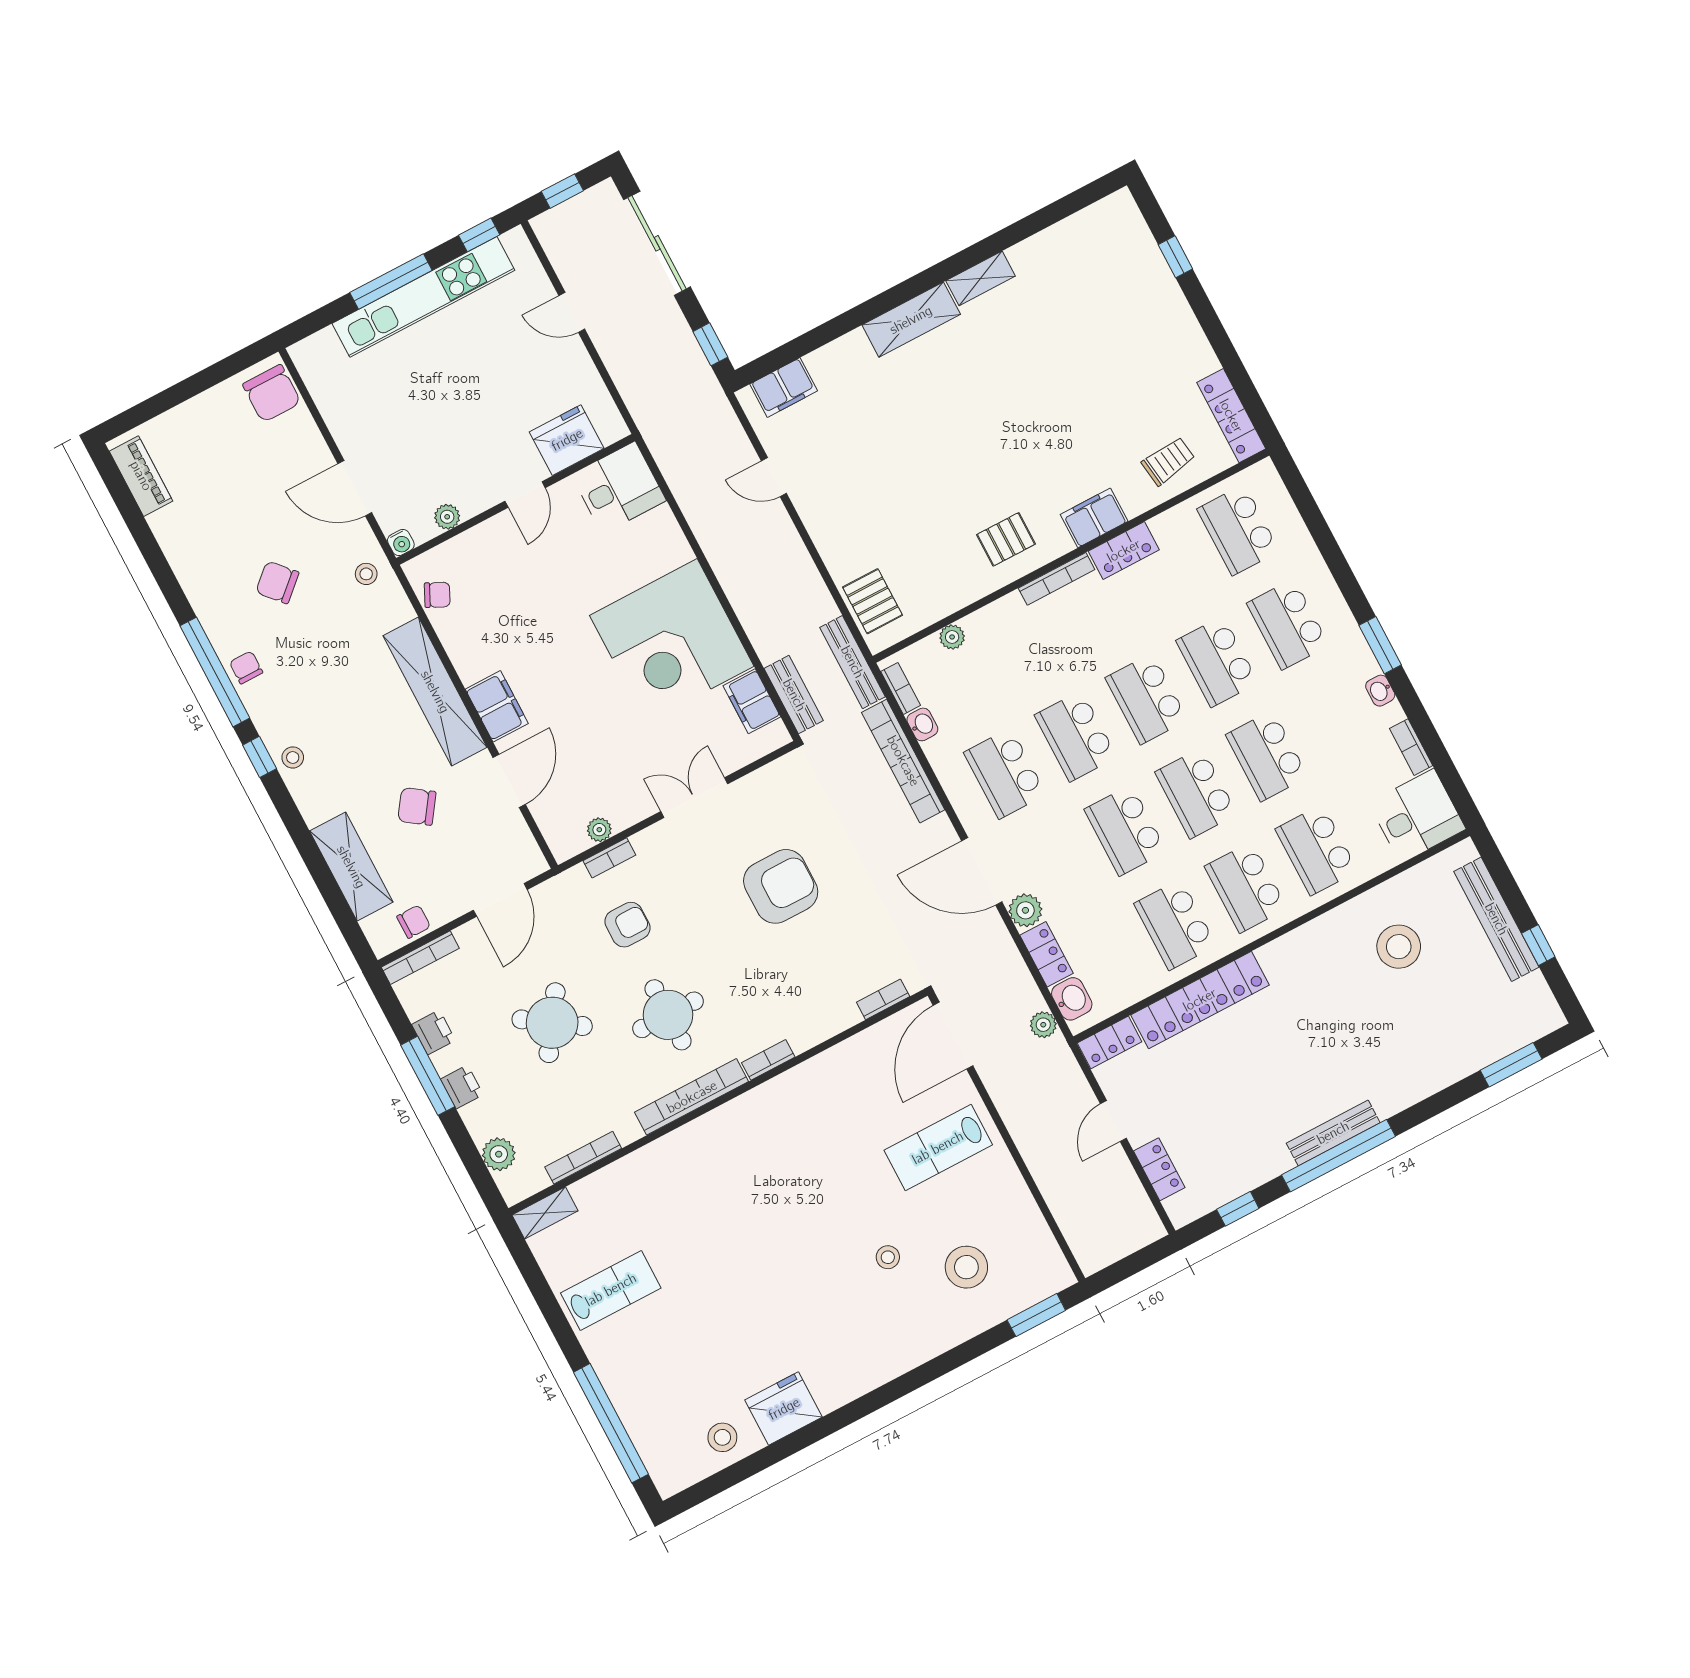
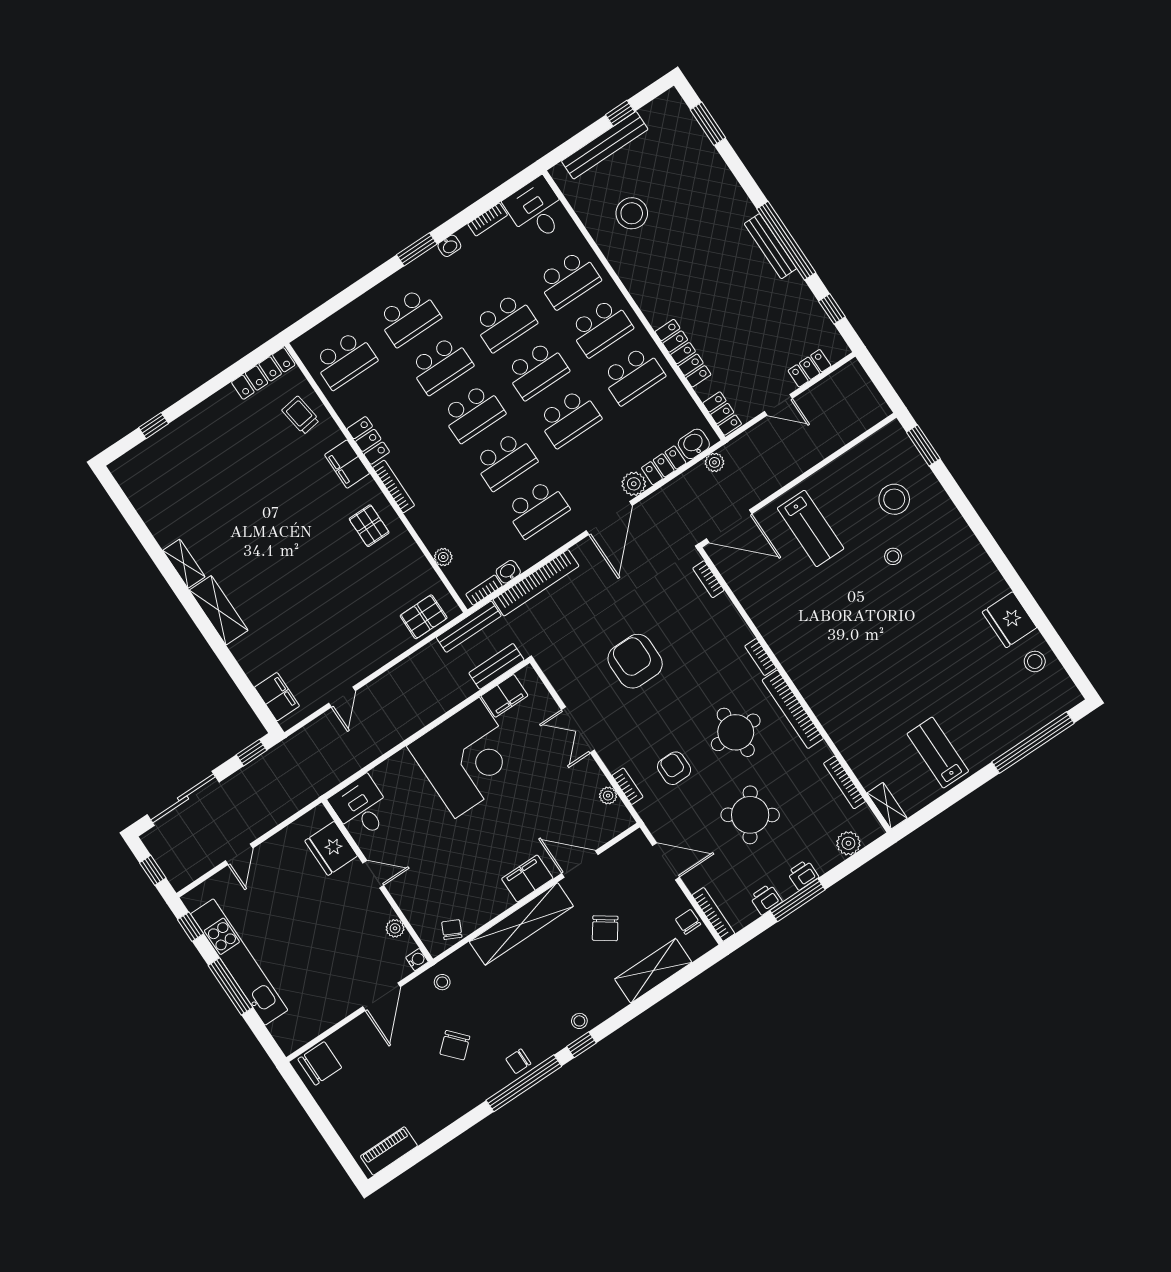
locker: (1200, 1000) -> (683, 353), width x0.71, depth x0.83

